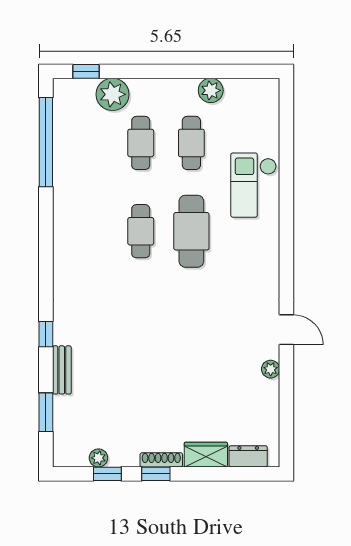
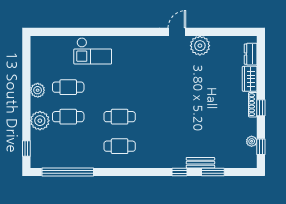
plant: (211, 90) -> (38, 90), moved
plant: (113, 94) -> (40, 121), moved
cafe table: (191, 231) -> (120, 146), moved, width x0.73, depth x0.74
plant: (271, 369) -> (200, 46), width x1.88, depth x1.88
window: (46, 412) -> (213, 172), moved
window: (107, 474) -> (261, 147), moved

